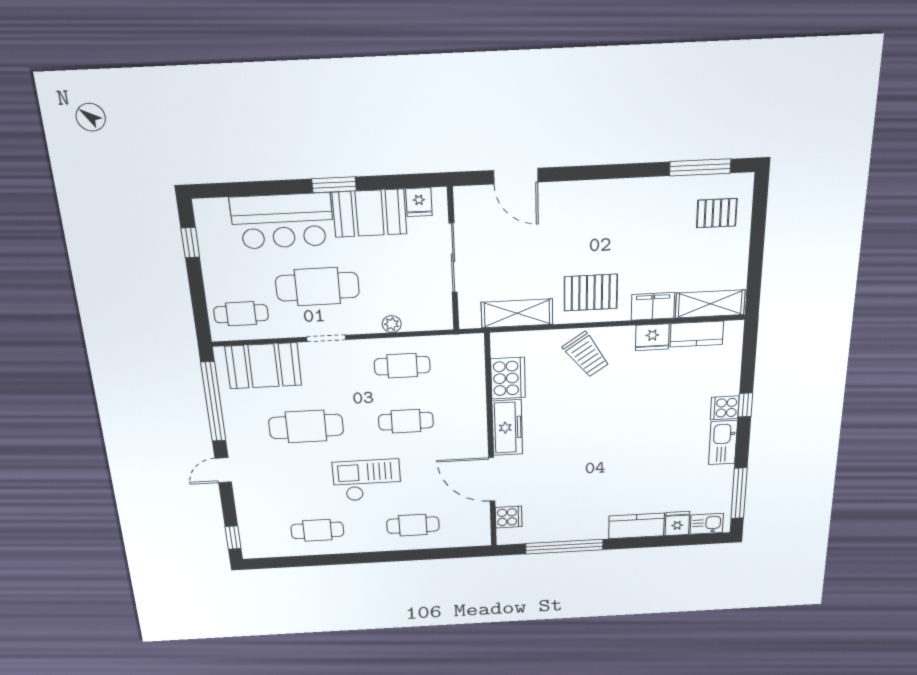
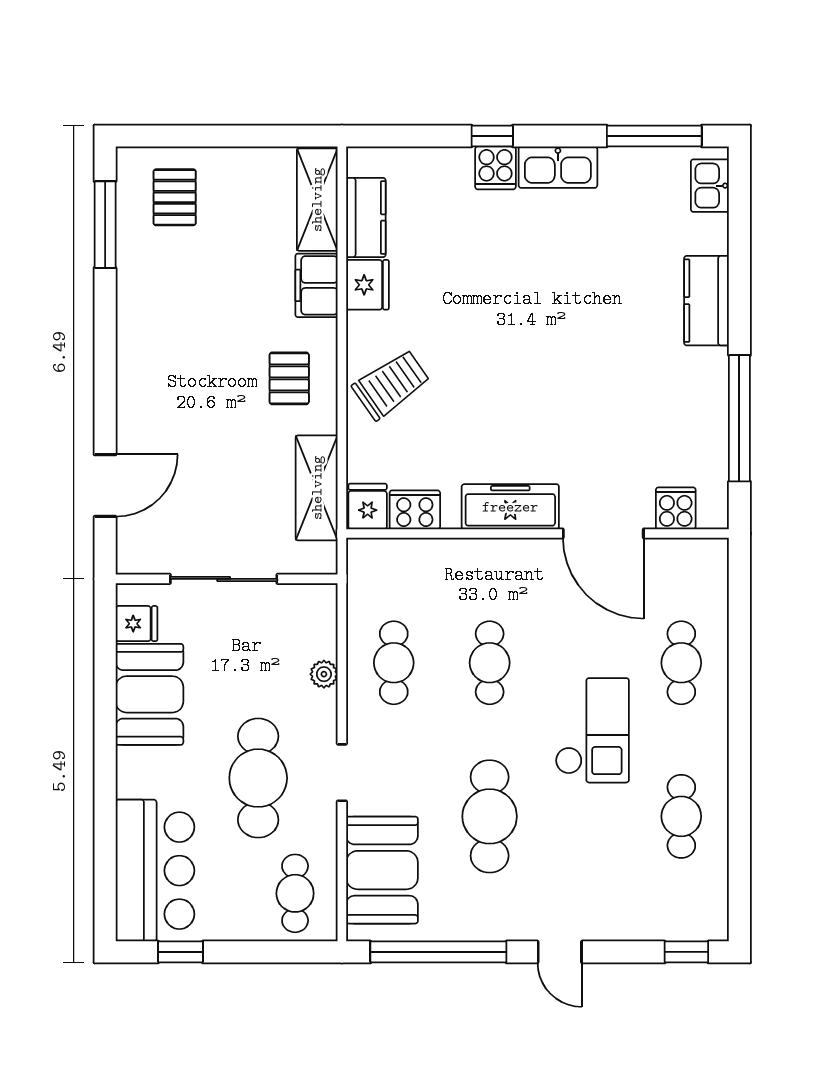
window: (334, 185) -> (105, 741), removed
bar counter: (282, 221) -> (155, 871), moved
pallet: (591, 293) -> (289, 378), width x0.67, depth x0.71
cooker: (508, 378) -> (415, 510), width x0.73, depth x0.76
checkout: (367, 480) -> (592, 730), turned 180
door: (492, 480) -> (603, 533), hinge flipped
fridge: (677, 523) -> (368, 506), moved, turned 90

